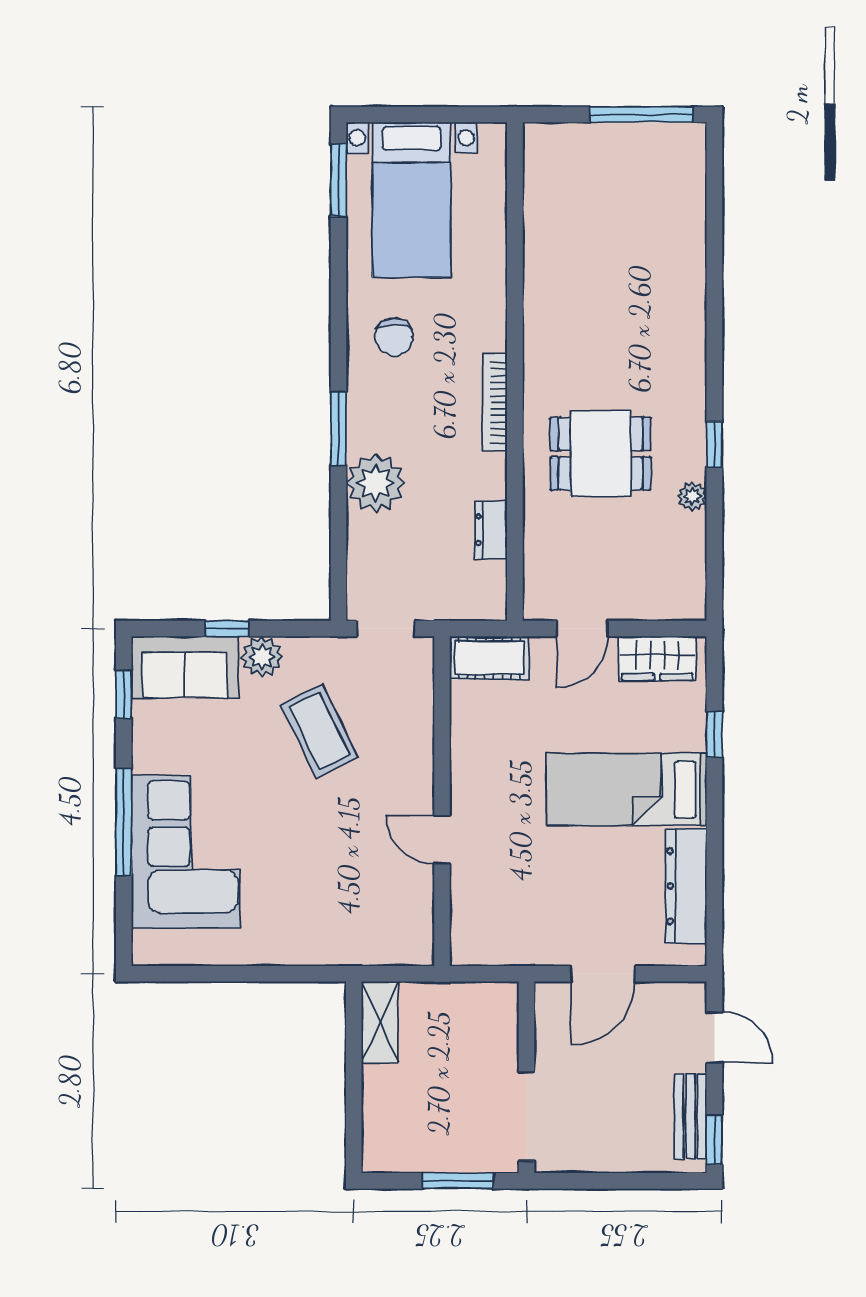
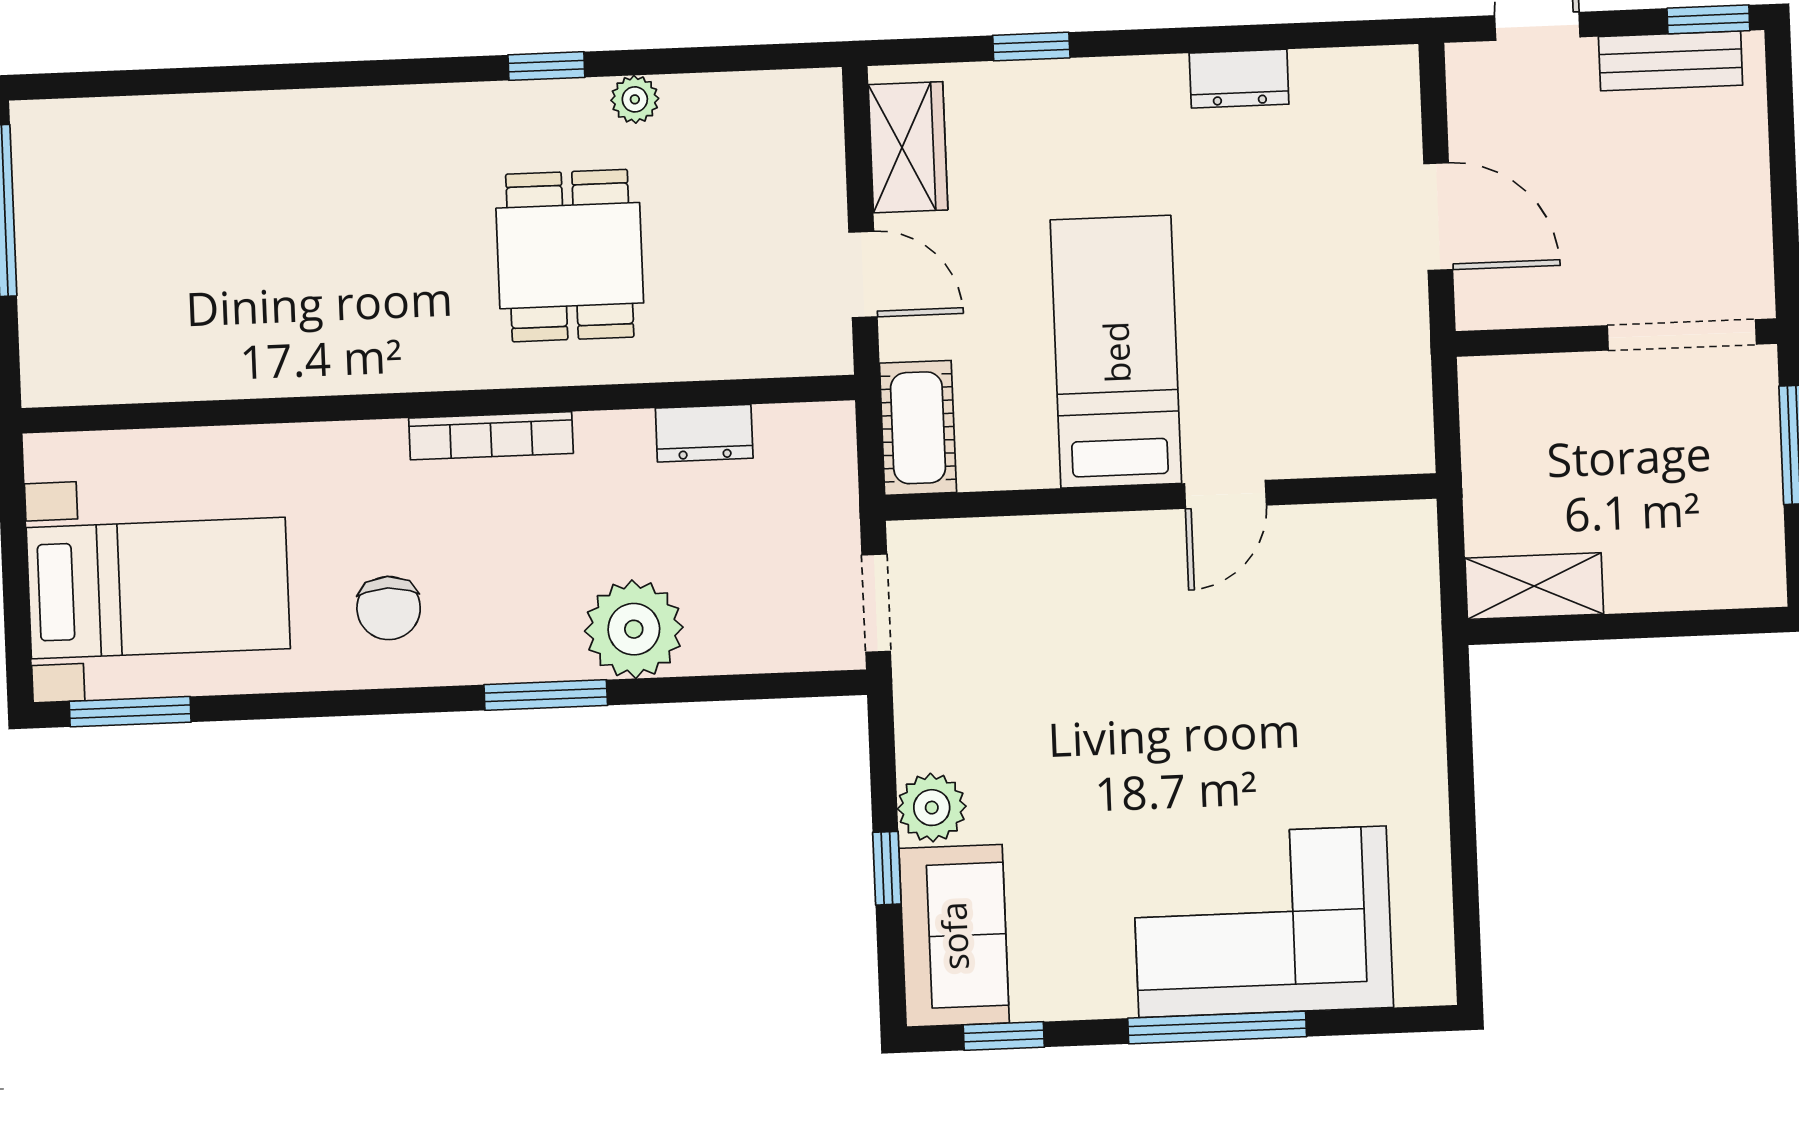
chair: (394, 337) -> (389, 608), turned 90
coffee table: (319, 731) -> (1052, 706), removed
bed: (626, 789) -> (1116, 352), moved, turned 180
dresser: (686, 886) -> (1239, 79), width x0.51, depth x0.80

